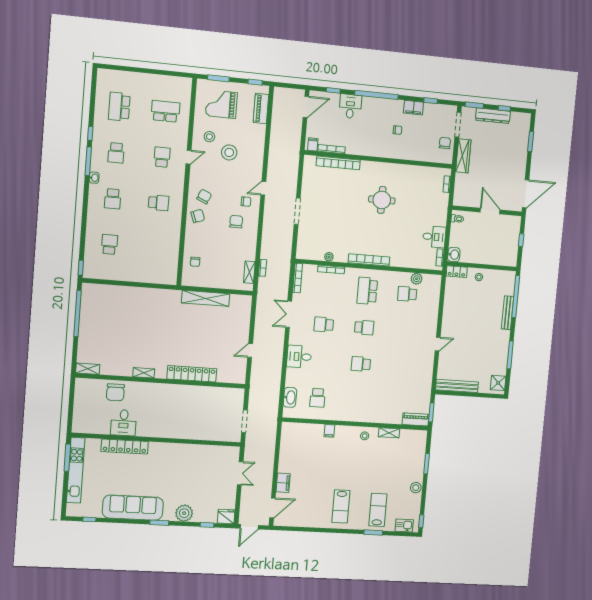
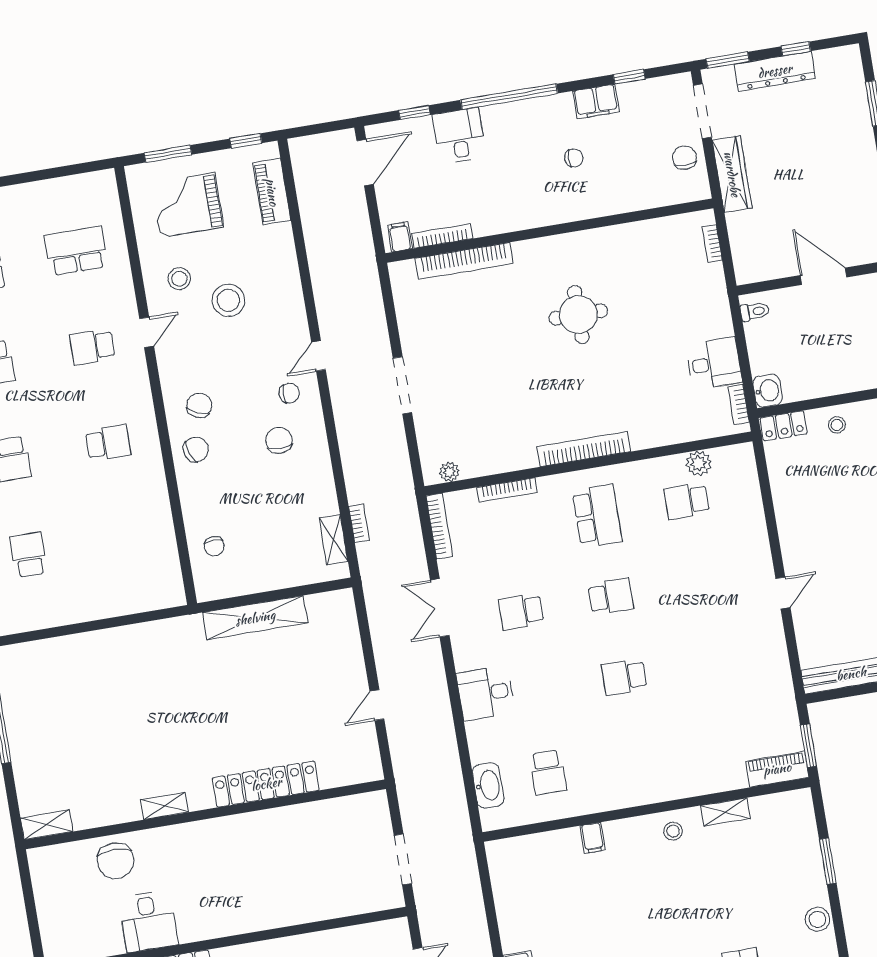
school desk: (162, 157) -> (92, 347), turned -90
plant: (329, 257) -> (449, 472), moved
school desk: (367, 291) -> (597, 516), turned 180

